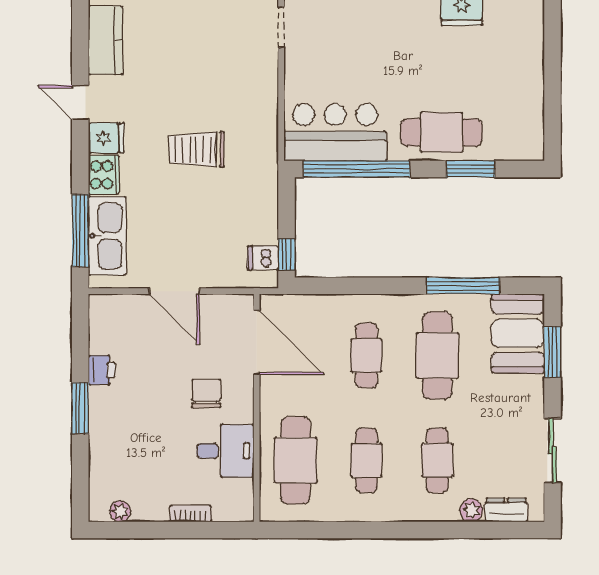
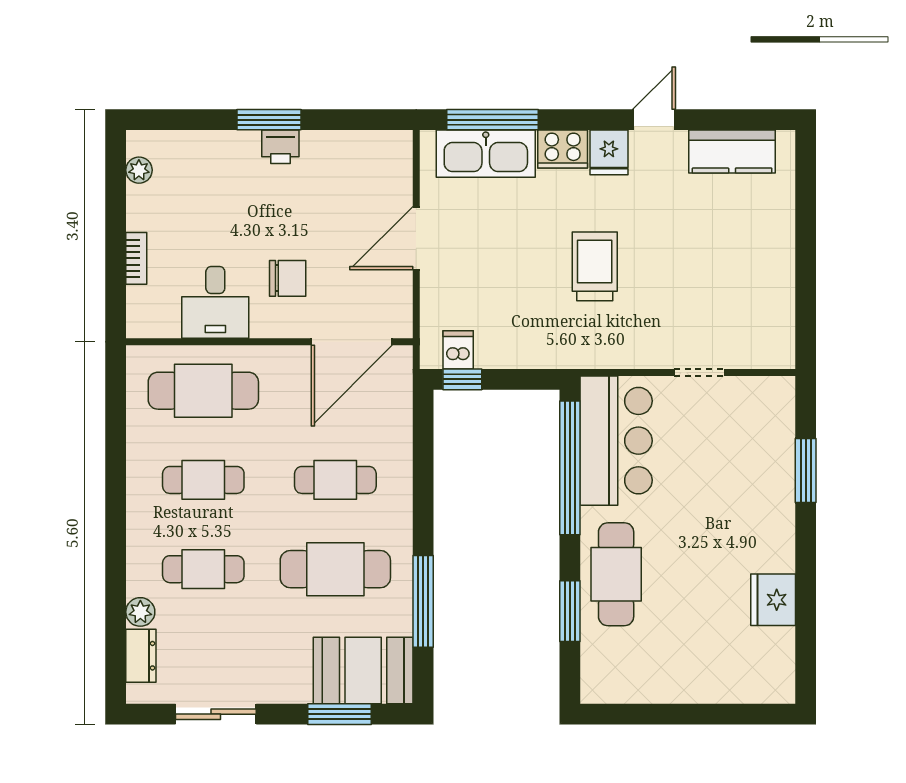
doorway: (281, 27) -> (700, 373), moved
printer: (102, 370) -> (280, 147), moved

